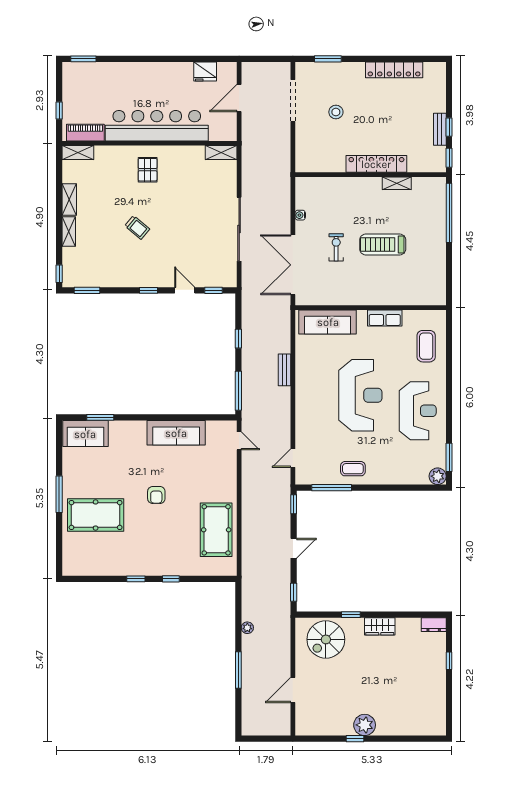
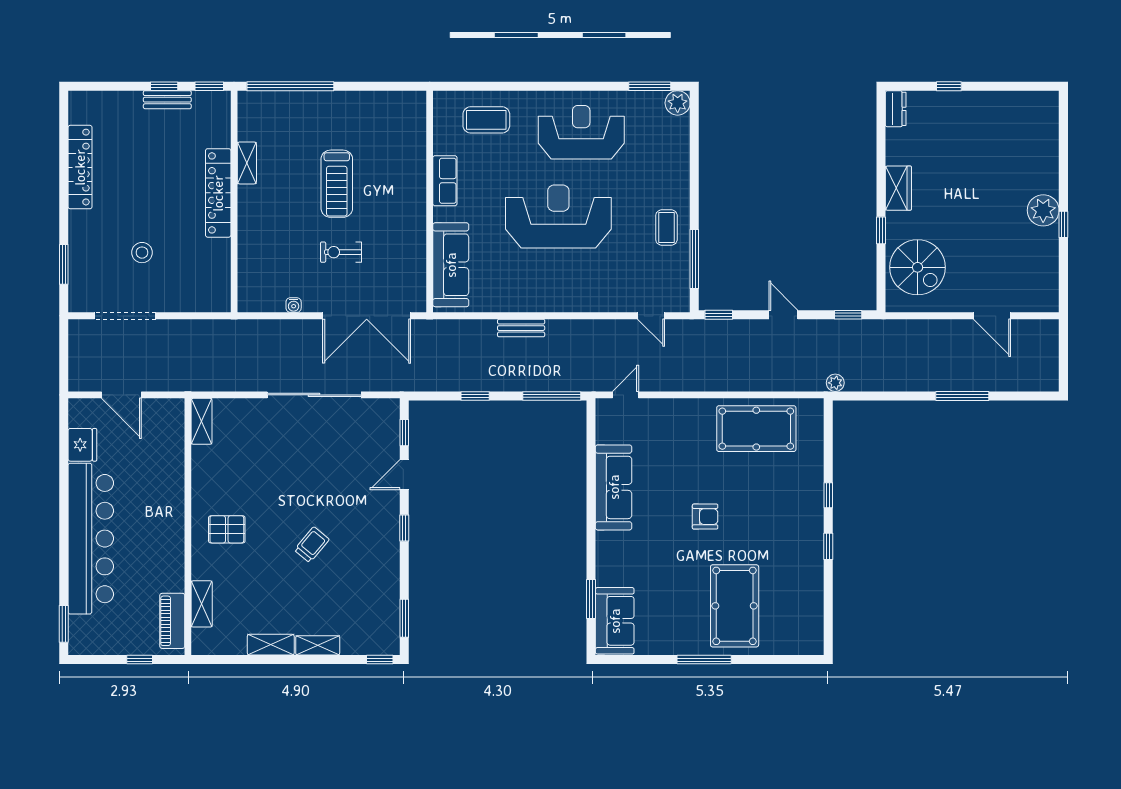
bar counter: (157, 126) -> (91, 539), moved, turned 180
shelving: (78, 153) -> (202, 604), moved
plant: (247, 628) -> (835, 383), moved

